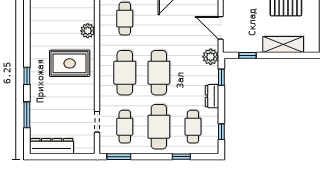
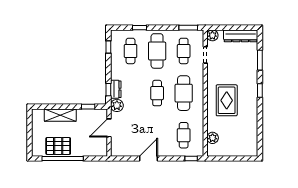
door: (221, 28) -> (109, 128), swing flipped
plant: (88, 31) -> (213, 138), moved
rug: (70, 63) -> (227, 100), turned 90
cafe table: (159, 73) -> (157, 93), width x0.73, depth x0.74
dresser: (212, 96) -> (116, 89), moved
plant: (88, 147) -> (212, 35), added

